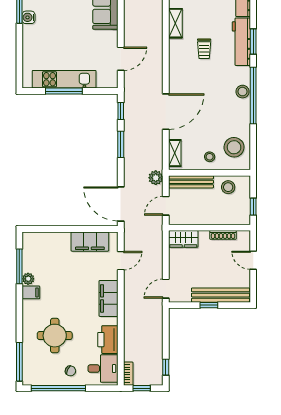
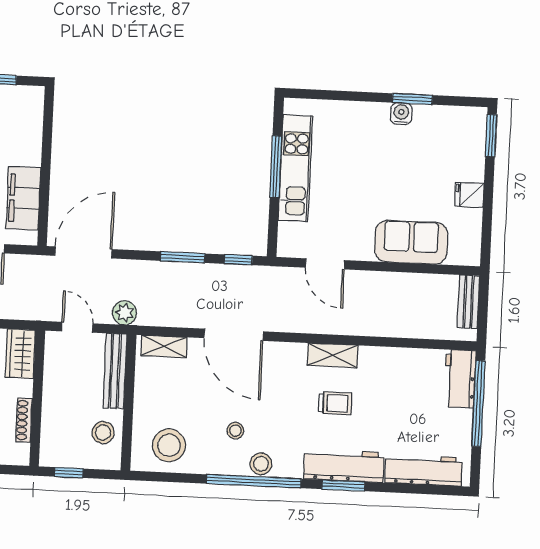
shelving: (175, 23) -> (333, 355), moved
trolley: (204, 49) -> (335, 403), turned 180
stool: (210, 157) -> (235, 431), moved

